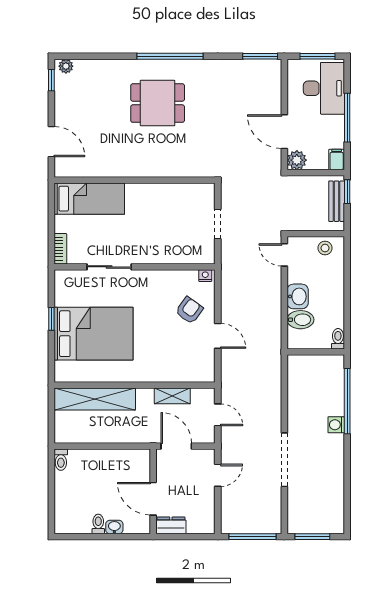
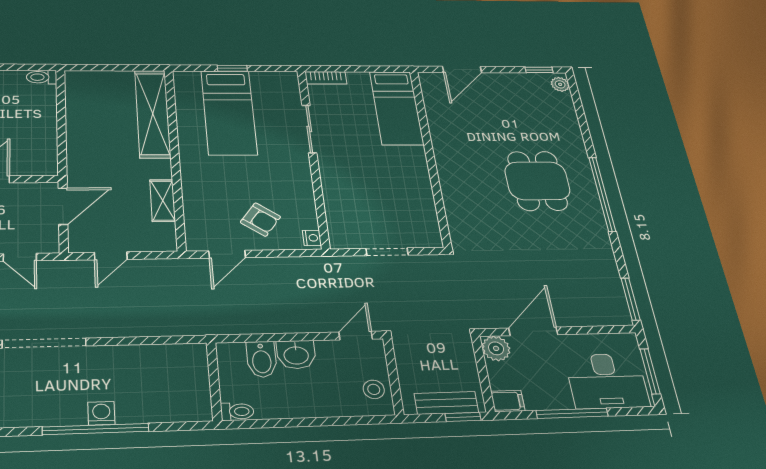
bed: (94, 334) -> (229, 112), width x0.67
wall: (135, 385) -> (175, 157), moved
shelving: (172, 396) -> (163, 201), moved
shelving: (95, 399) -> (153, 114), moved
window: (347, 401) -> (96, 429), moved

